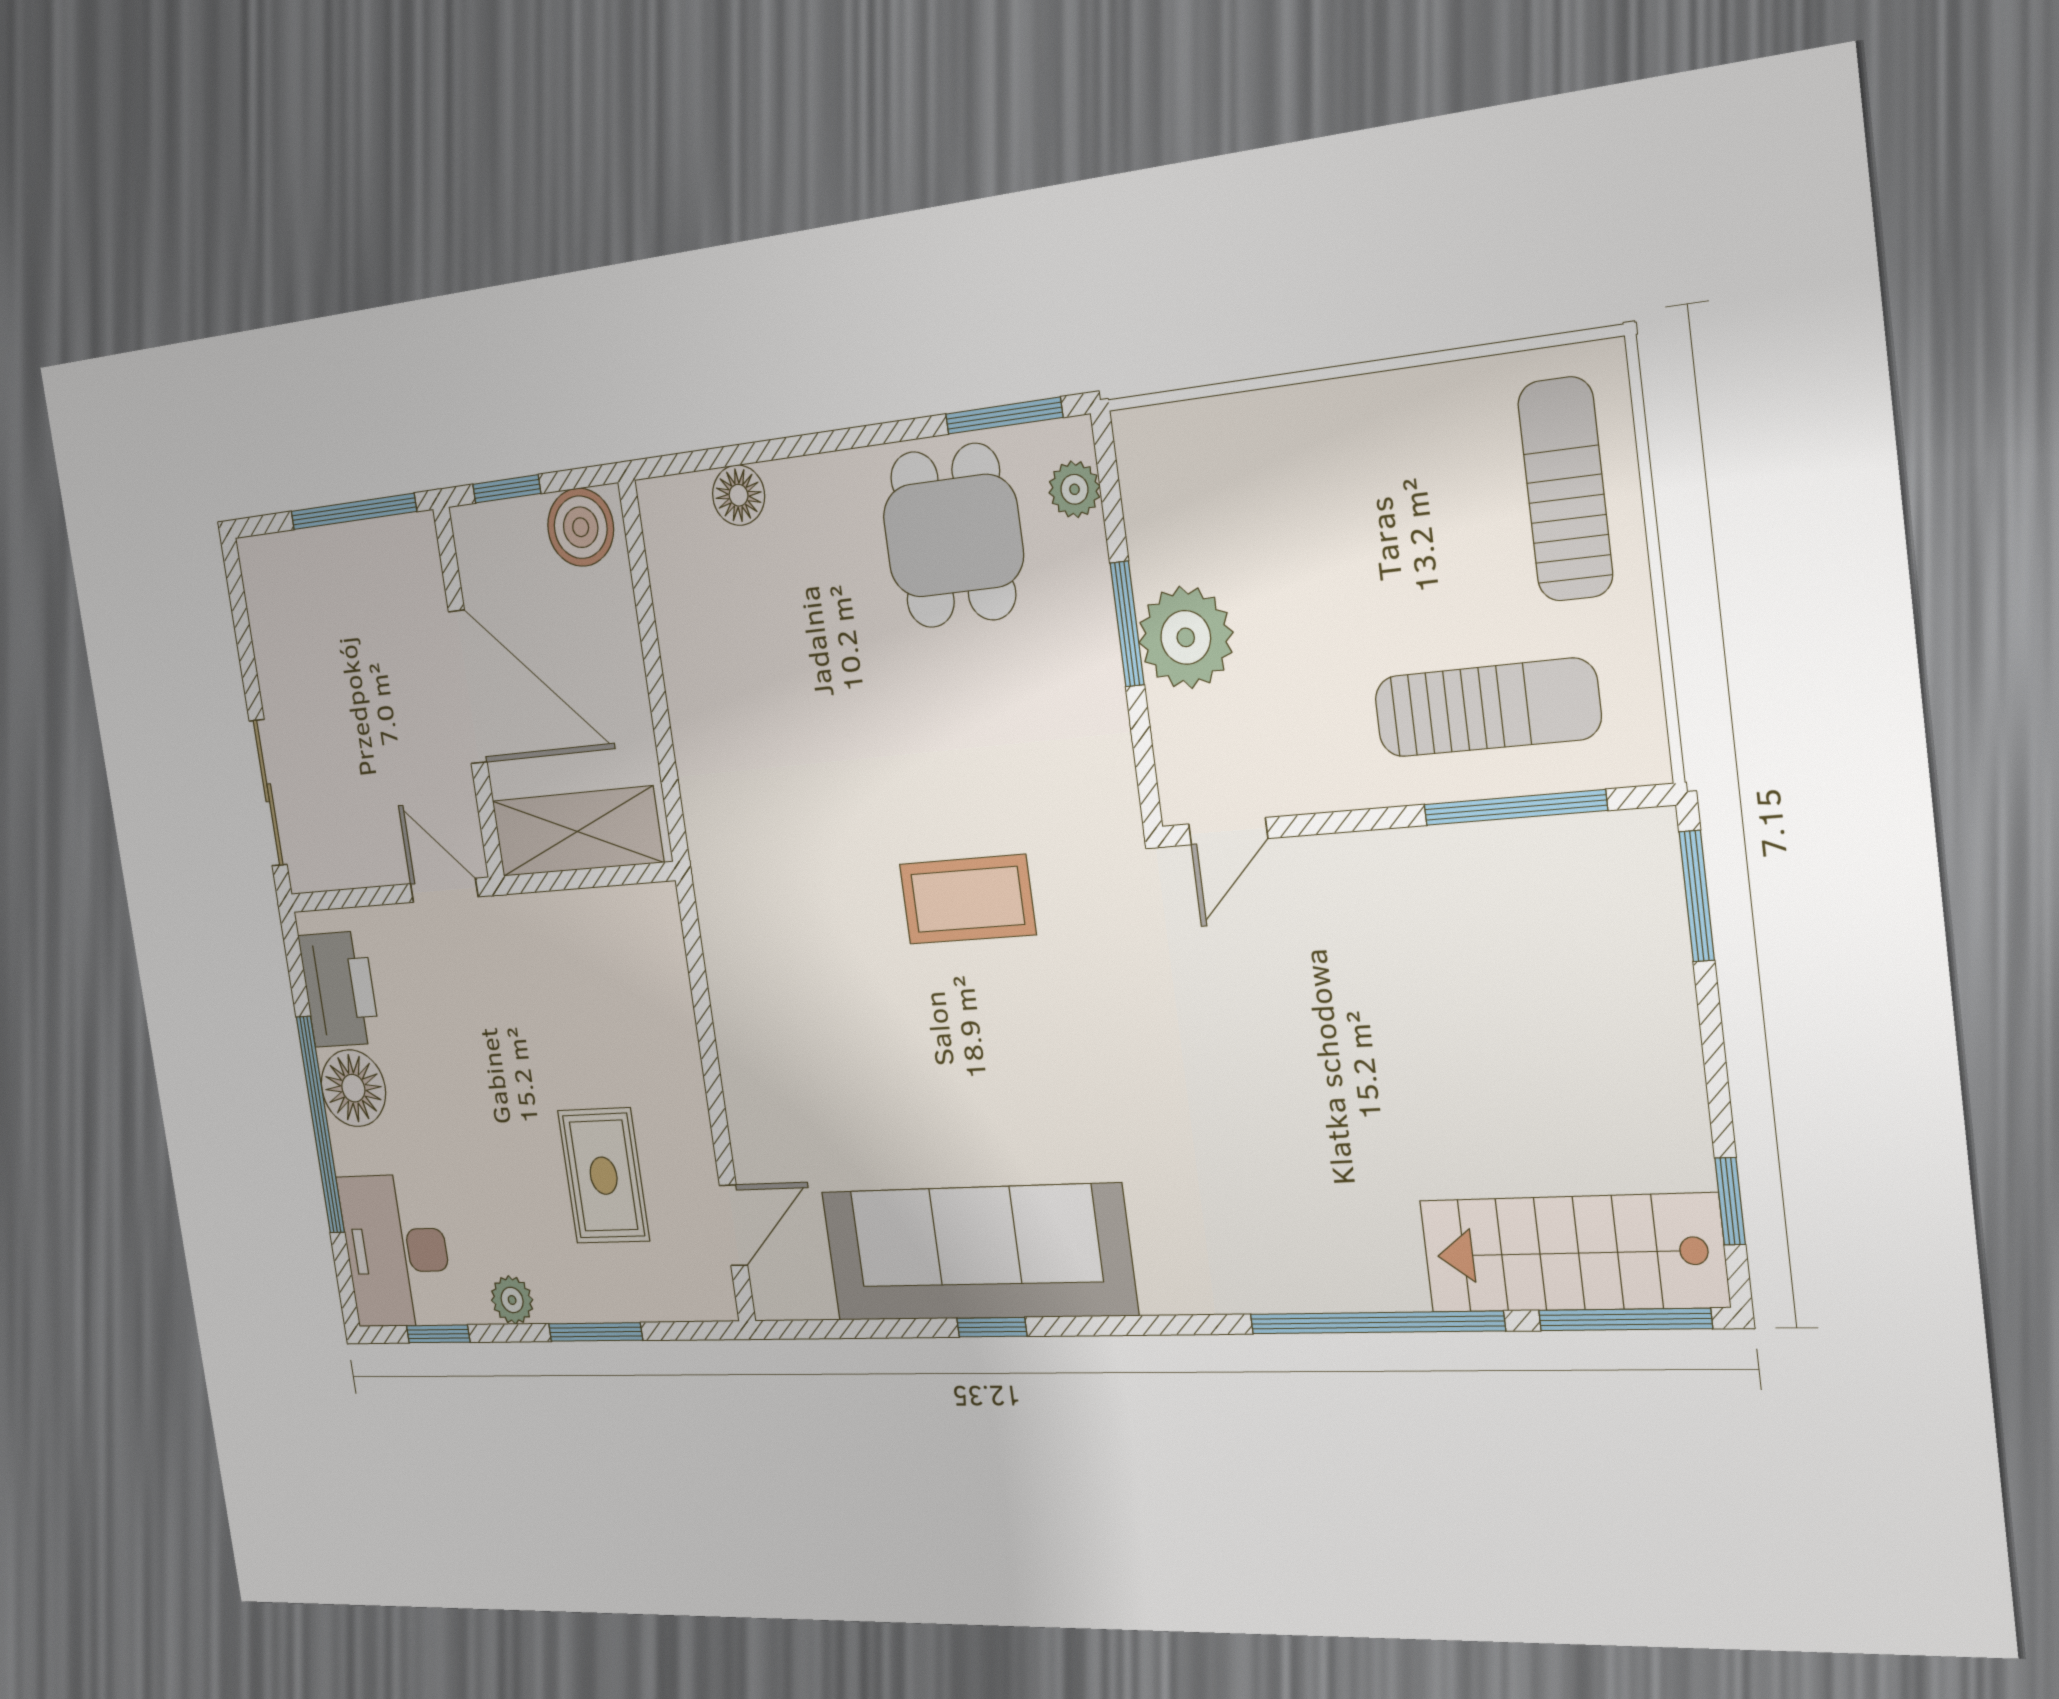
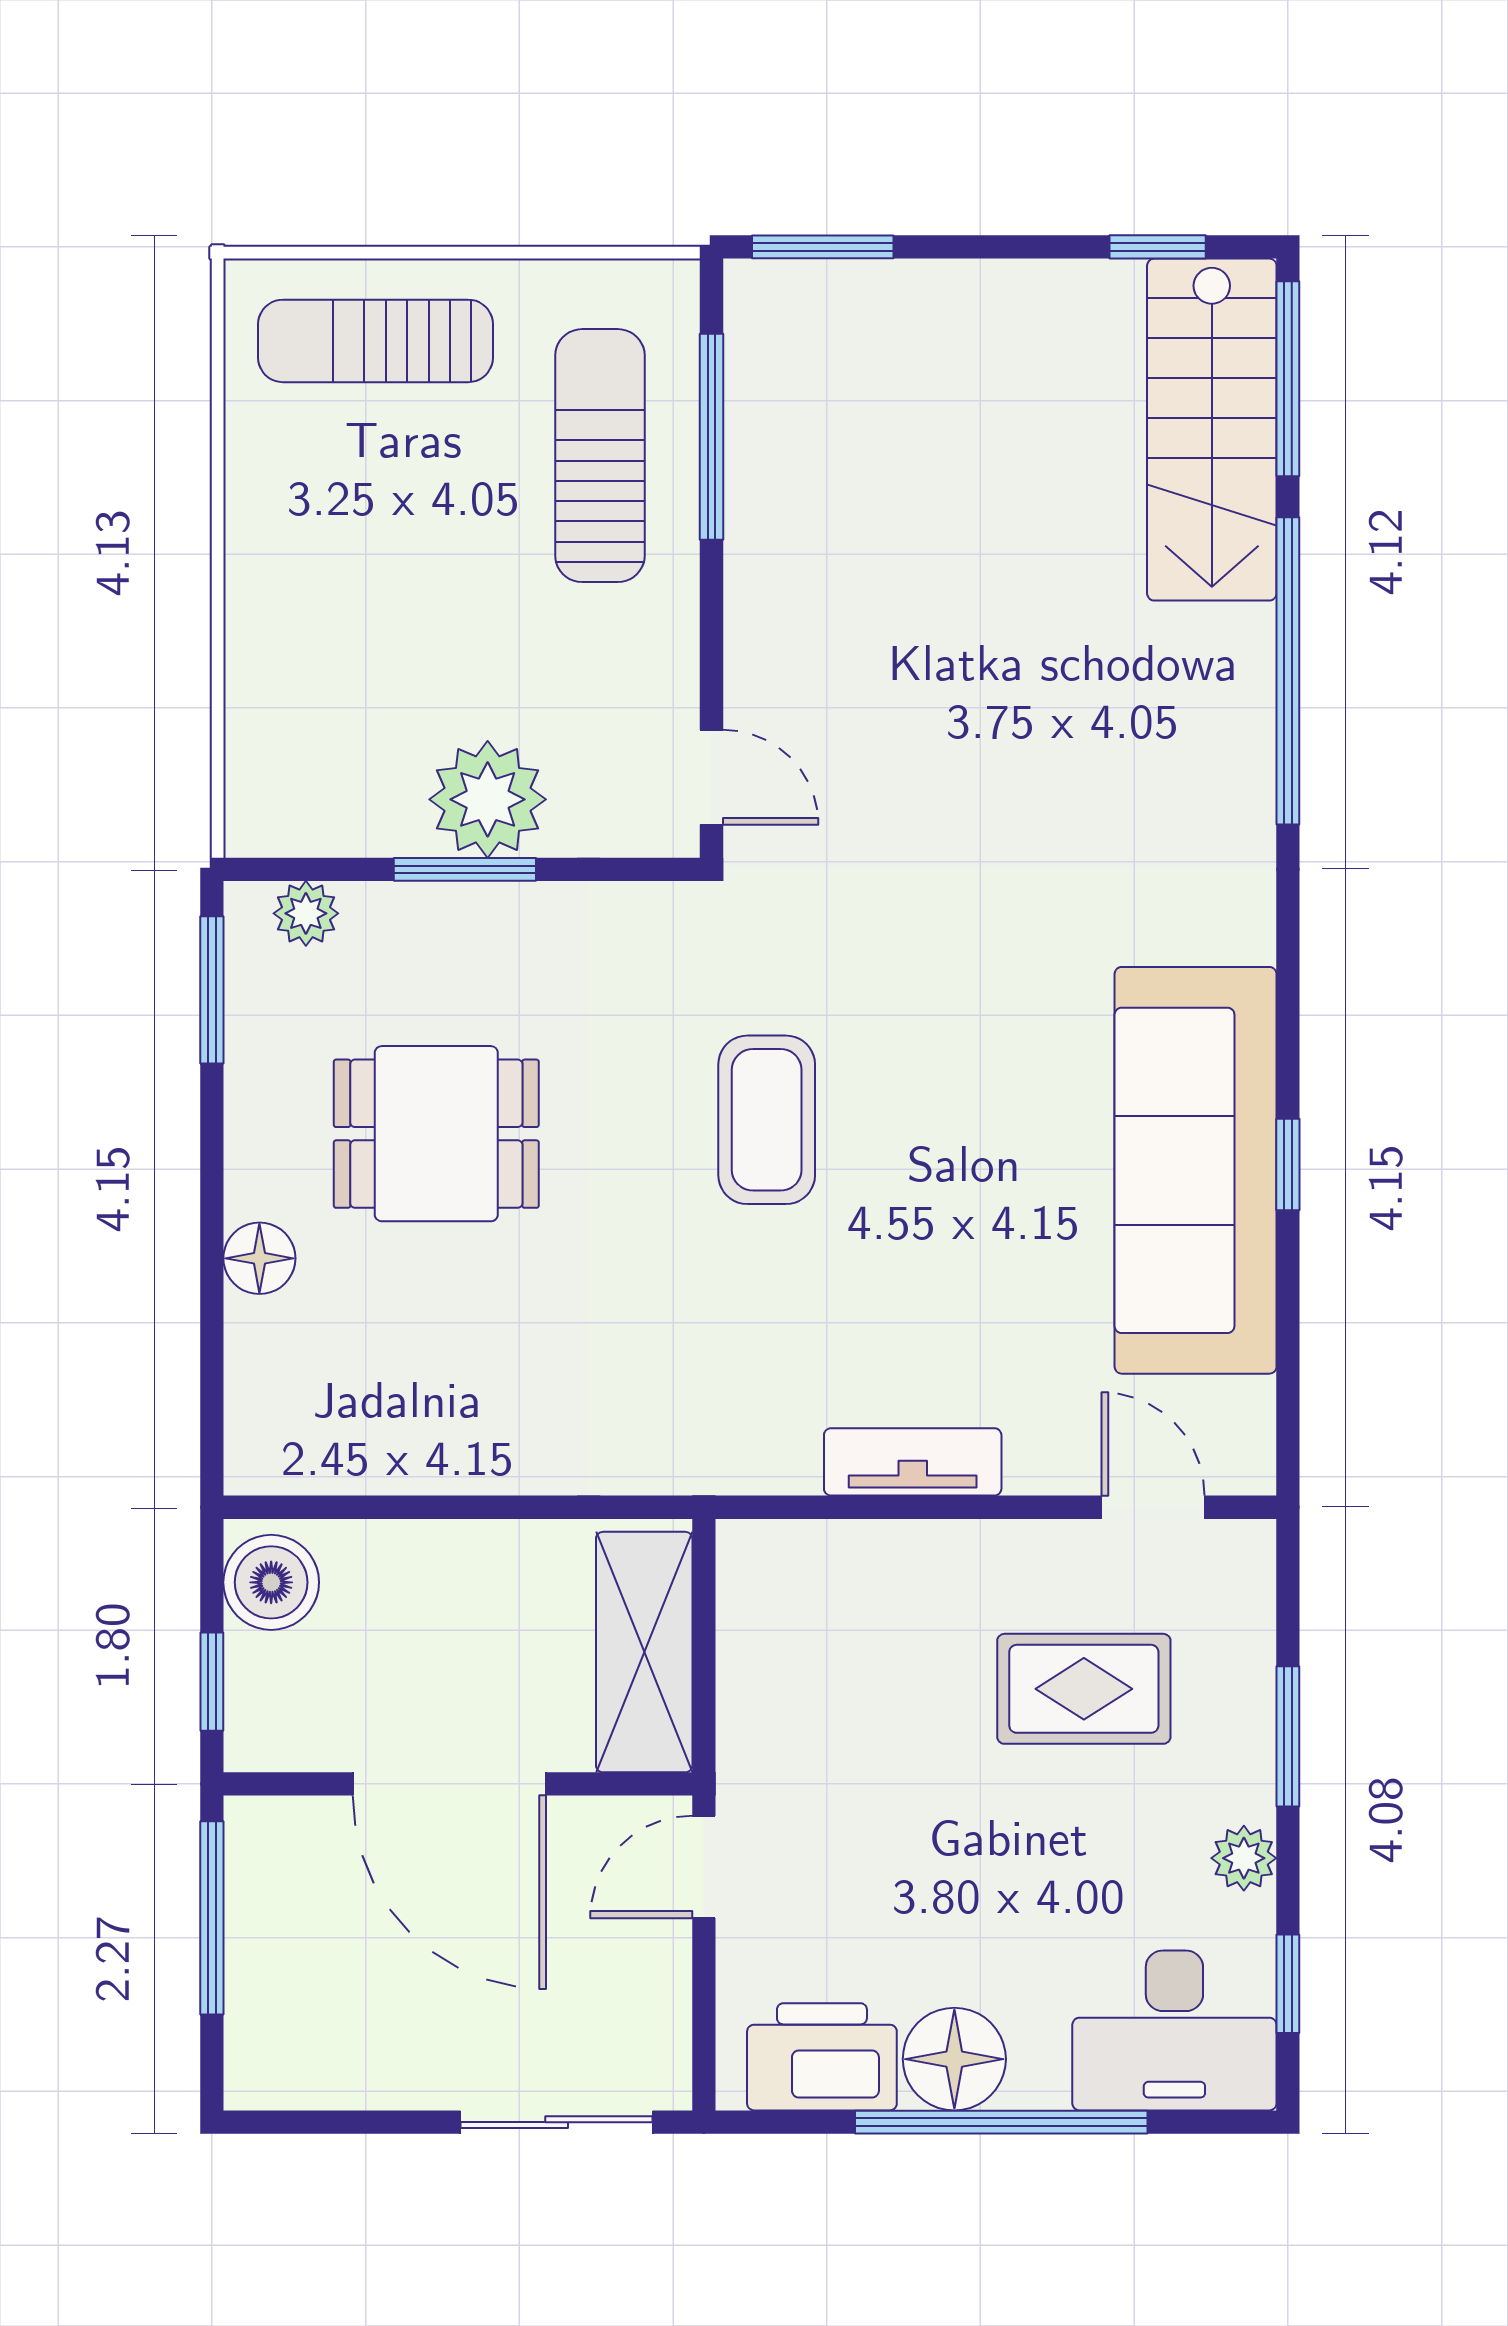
floor lamp: (739, 495) -> (259, 1258), moved
dining table: (953, 536) -> (436, 1134), moved
door: (468, 687) -> (449, 1784), swing flipped
tv unit: (738, 1035) -> (913, 1462), added

